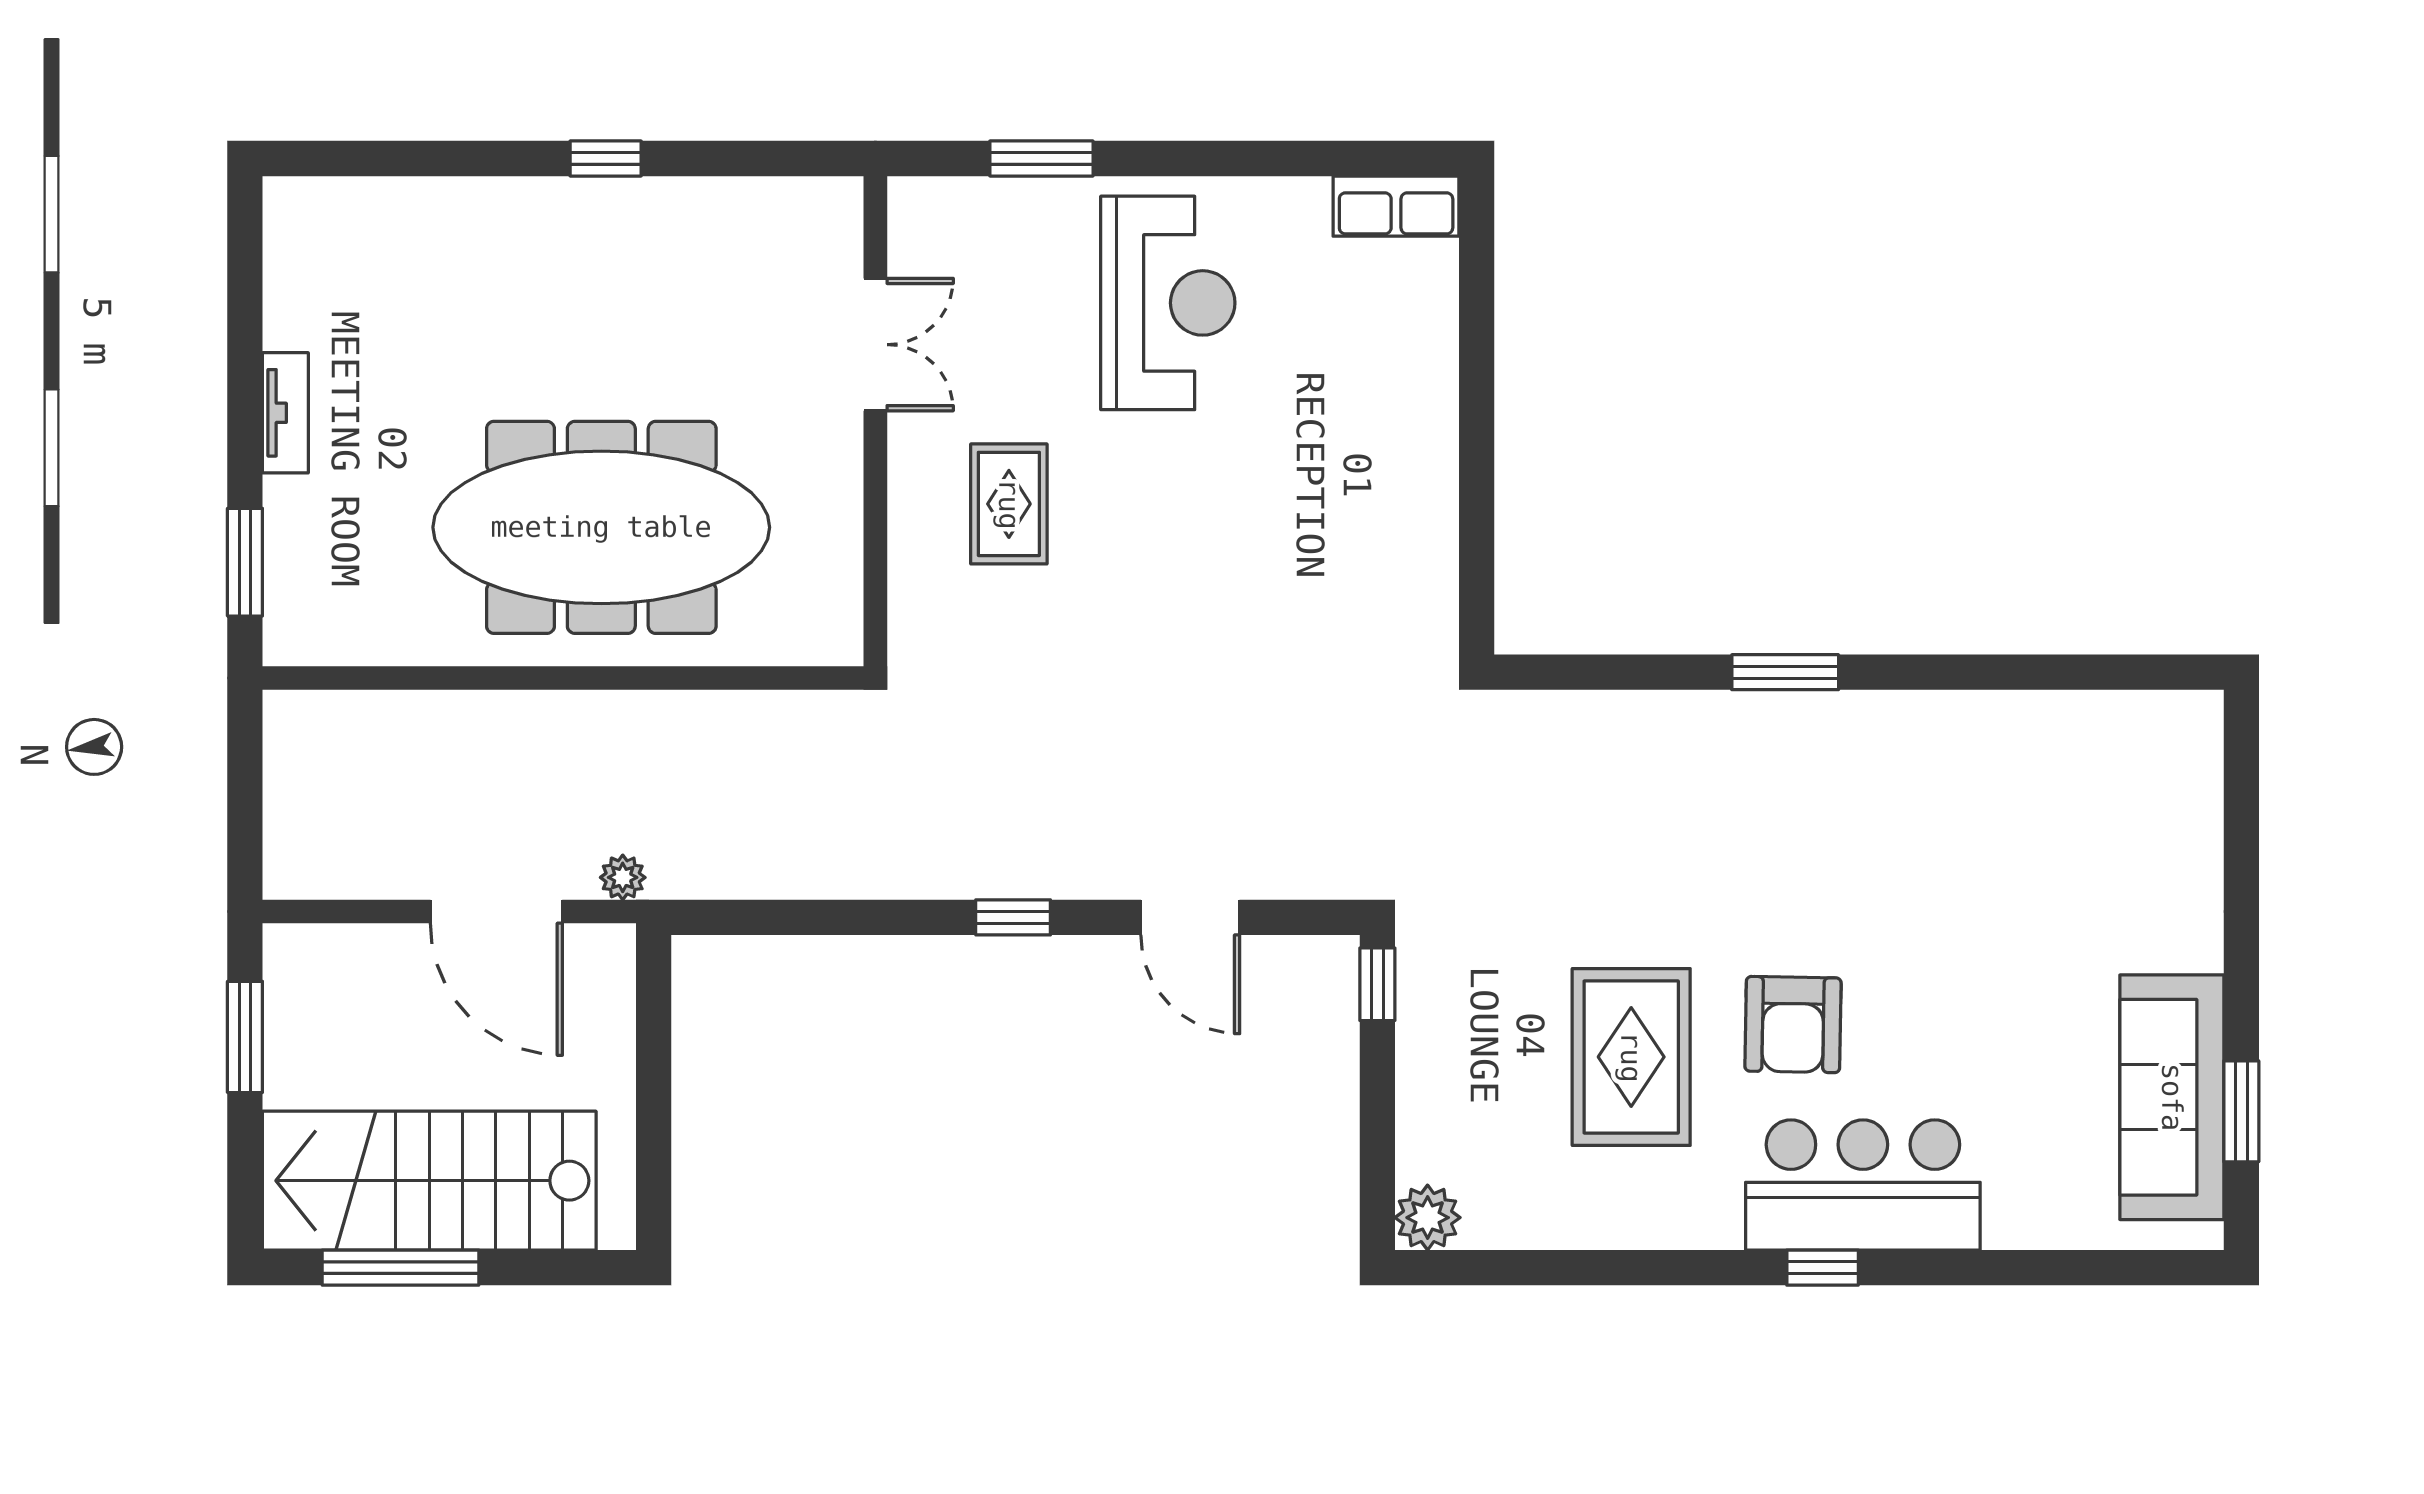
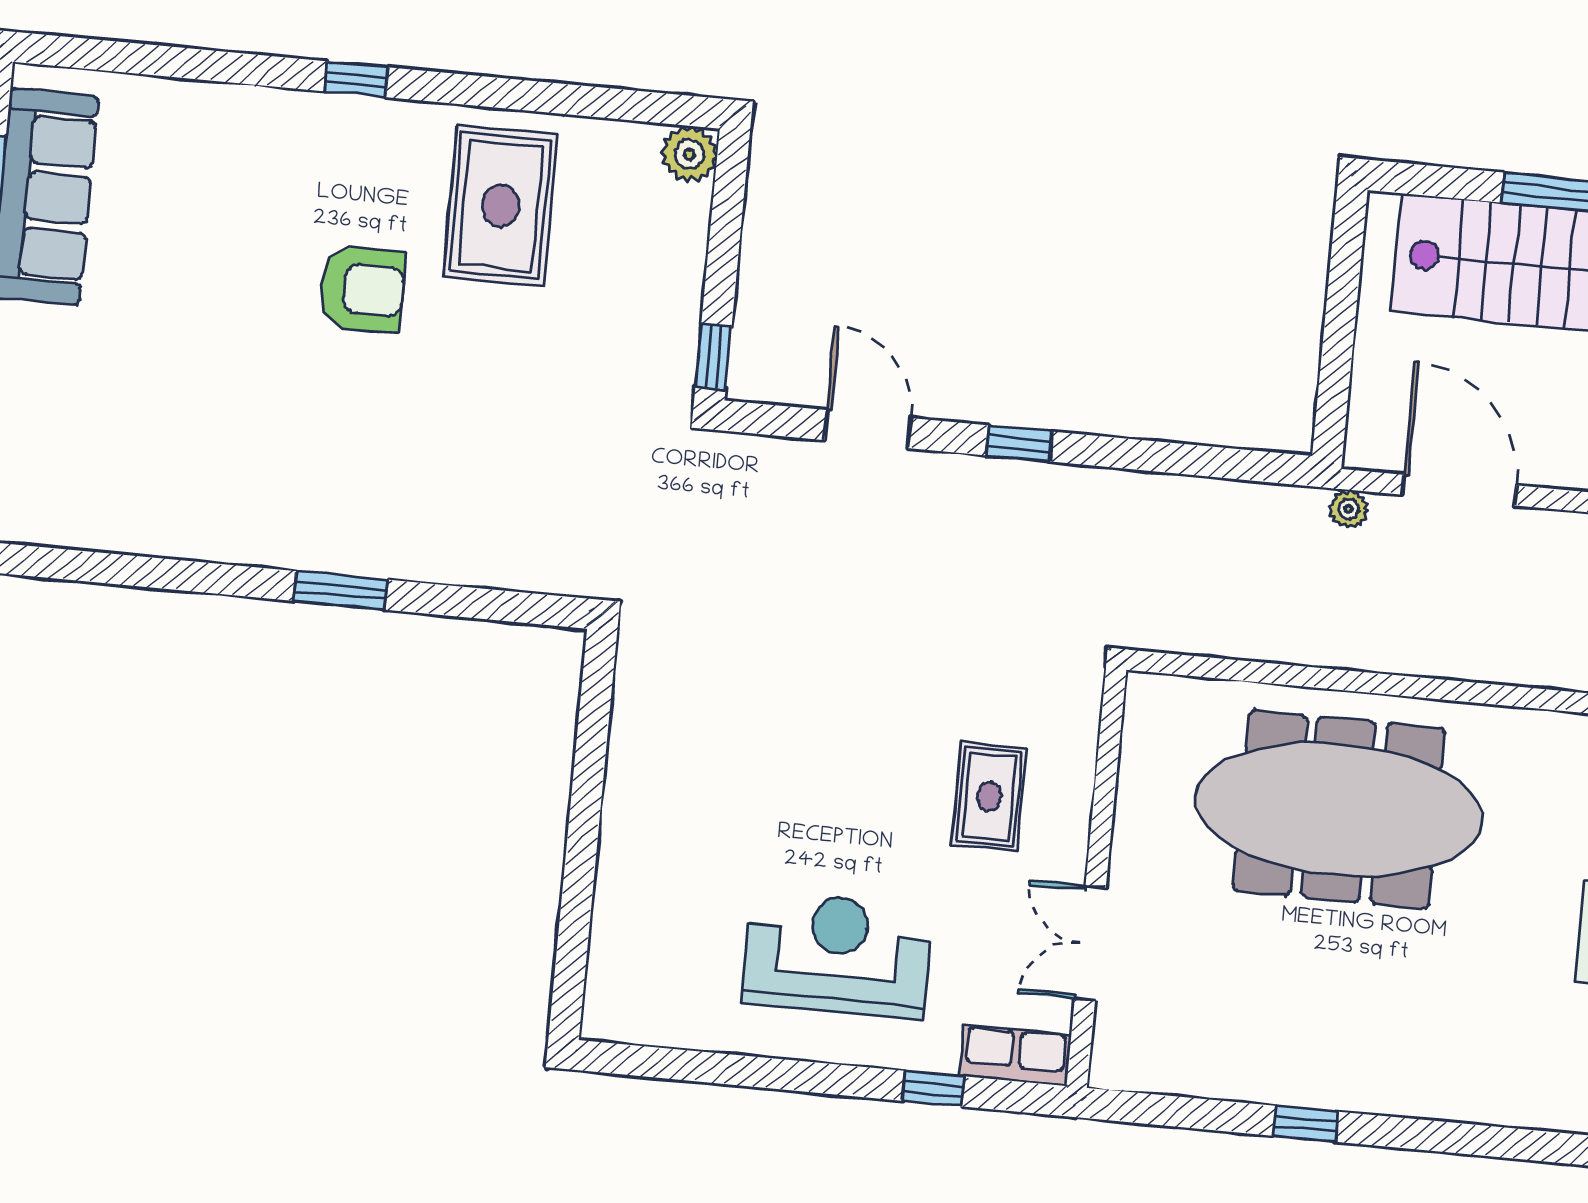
window: (1041, 159) -> (934, 1089), width x0.67
row of seats: (1396, 206) -> (1015, 1055), moved
reception desk: (1168, 303) -> (837, 955), turned 90
armchair: (1793, 1025) -> (362, 289), turned 89
rug: (1631, 1057) -> (500, 206), moved
bar counter: (1863, 1185) -> (315, 147), removed

